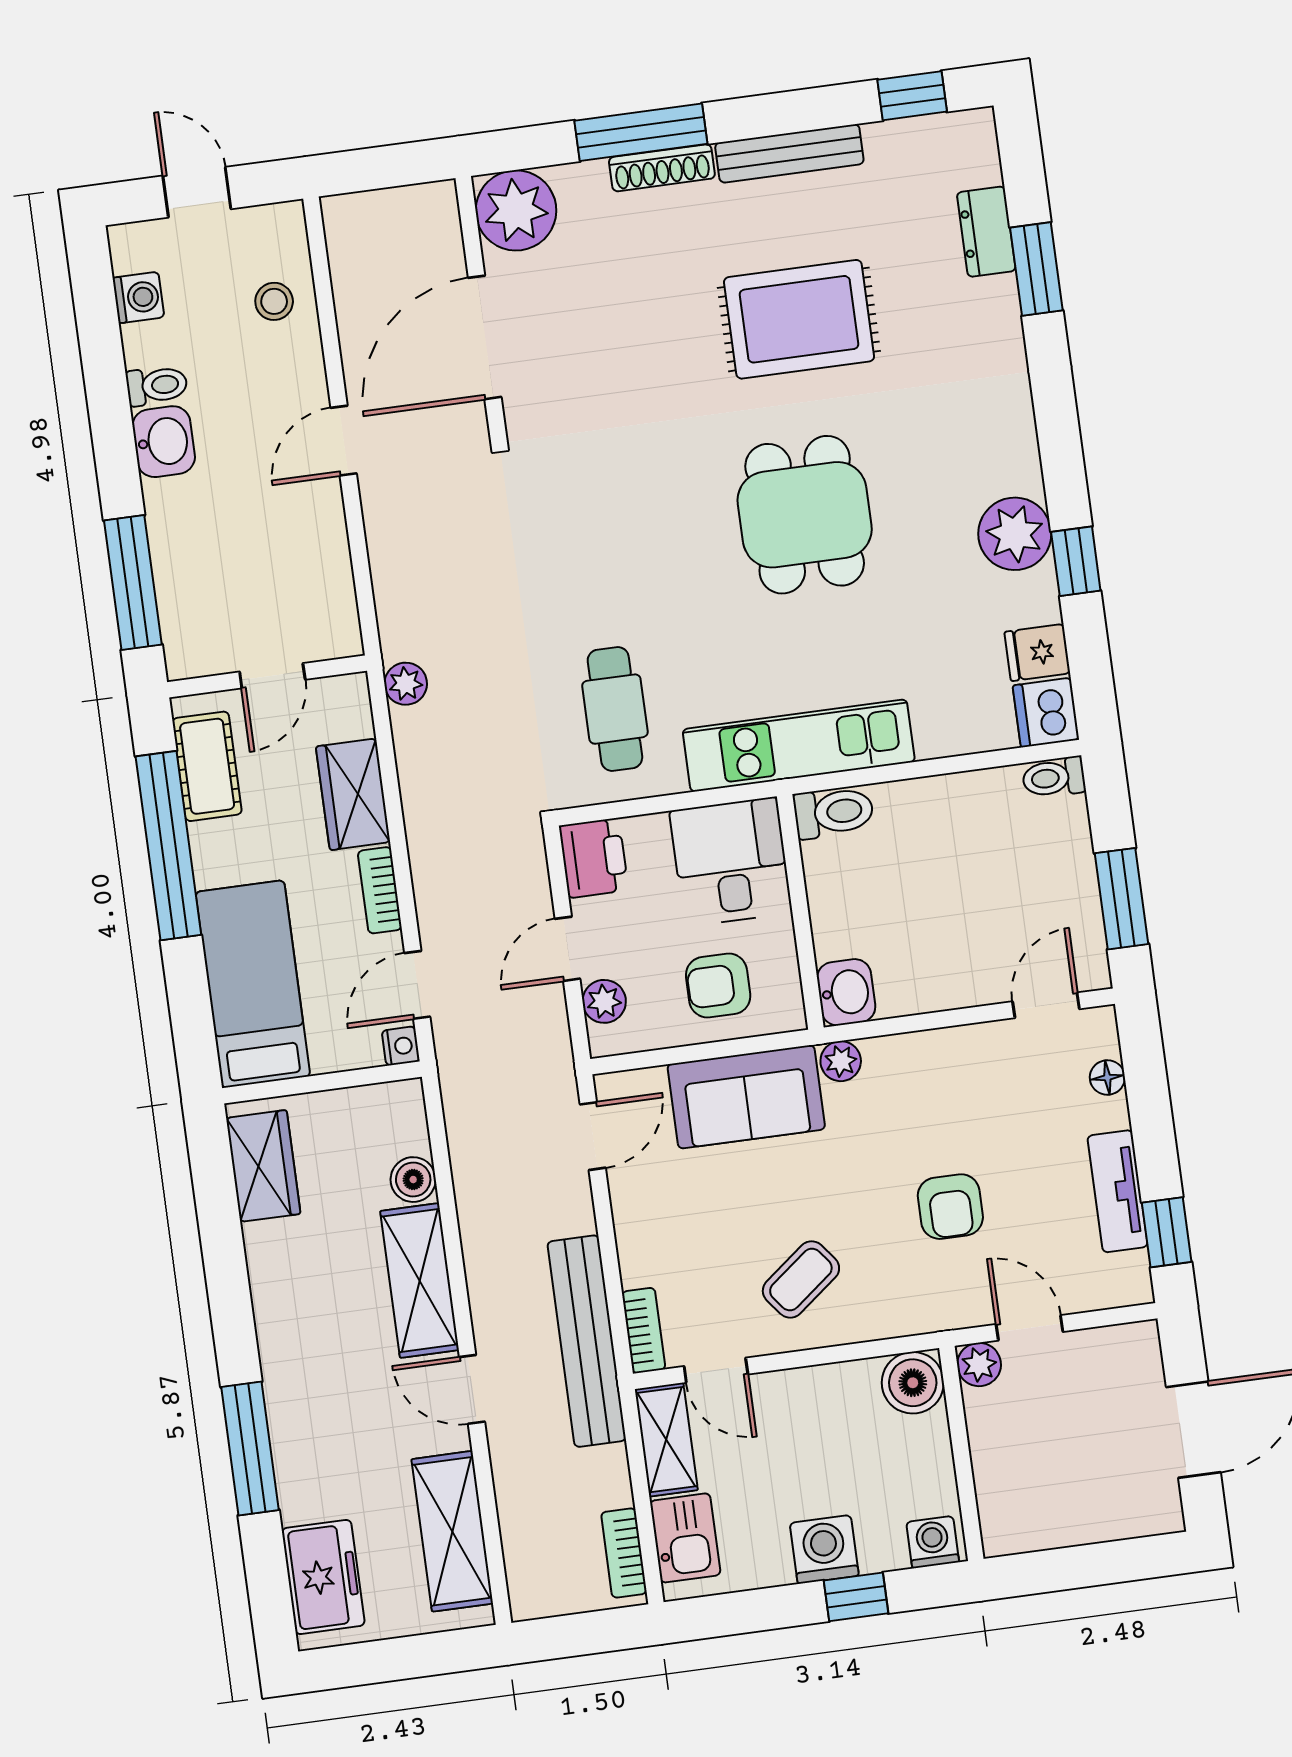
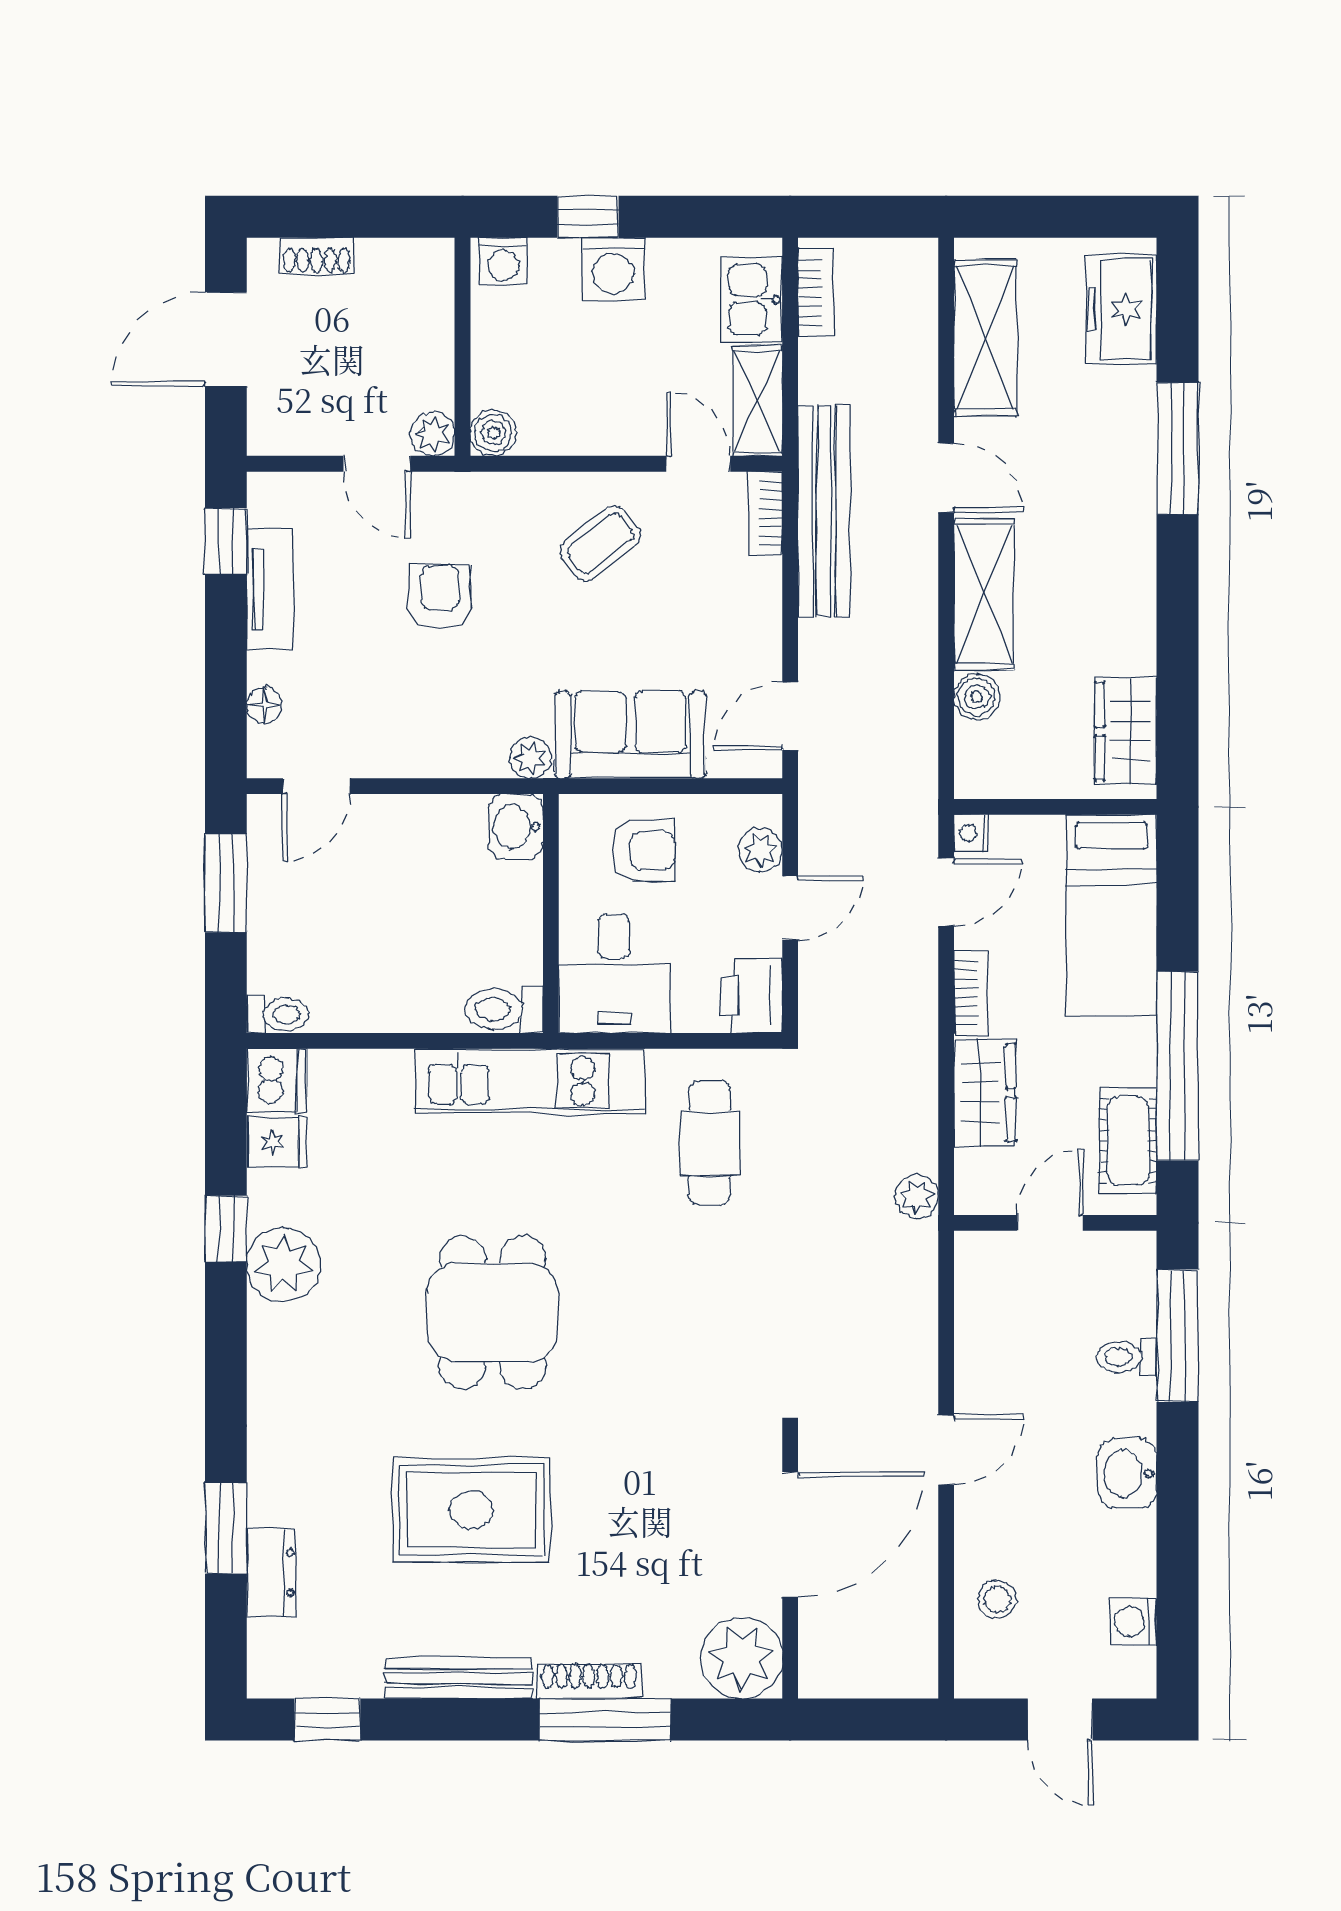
toilet: (157, 386) -> (1127, 1357), moved
boiler: (913, 1383) -> (493, 433), width x0.73, depth x0.73
shoe rack: (1116, 1523) -> (317, 256), added

